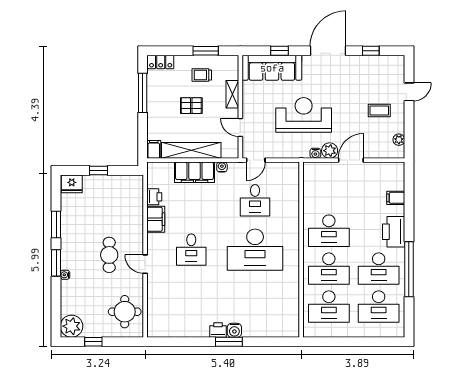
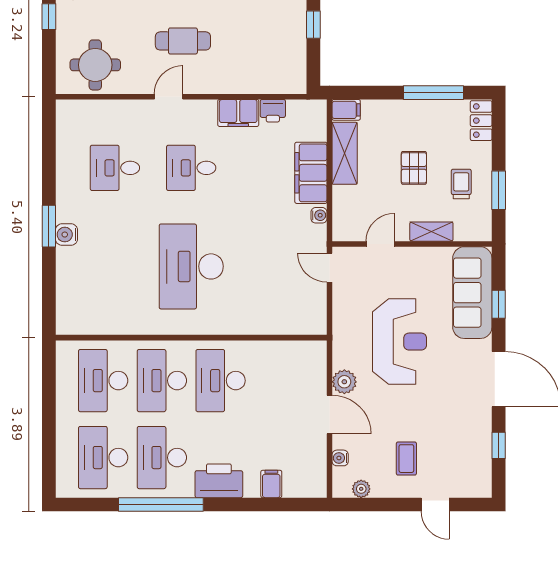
shelving: (191, 150) -> (345, 153), width x0.68
water cooler: (315, 153) -> (340, 458), moved
desk: (255, 200) -> (115, 168), moved
printer: (218, 330) -> (67, 209), removed

